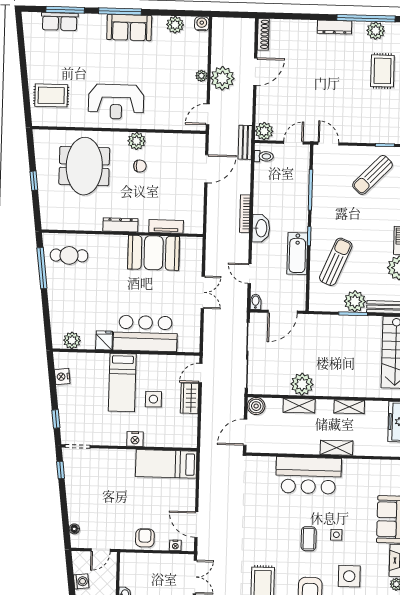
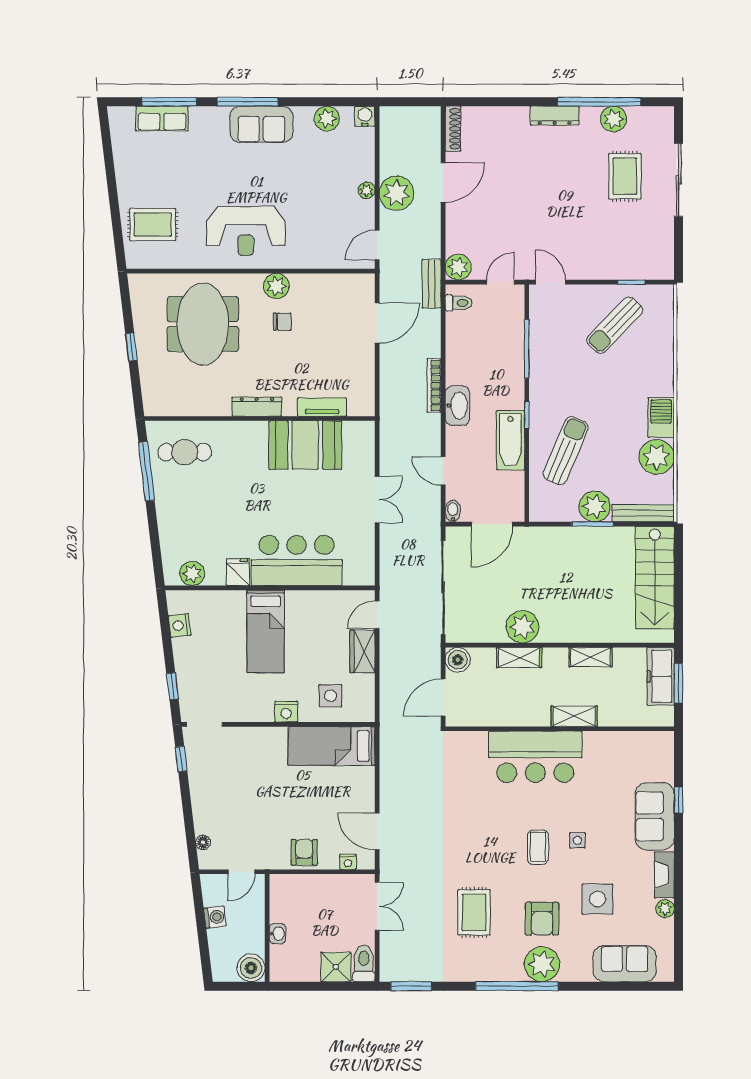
side table: (153, 399) -> (330, 696), moved

